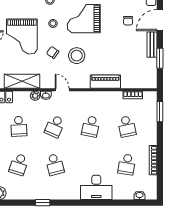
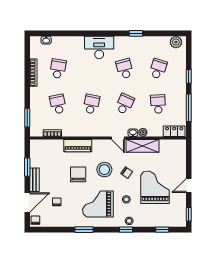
grand piano: (84, 19) -> (98, 204), turned 180
chair: (105, 50) -> (78, 174), added
shelving: (22, 81) -> (142, 146), moved
desk: (96, 187) -> (99, 47), moved

